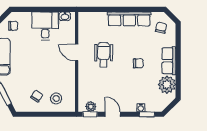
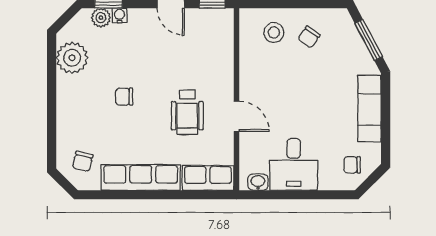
row of seats: (169, 61) -> (208, 178), moved, turned -90
plant: (91, 107) -> (101, 18), moved

